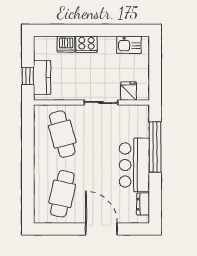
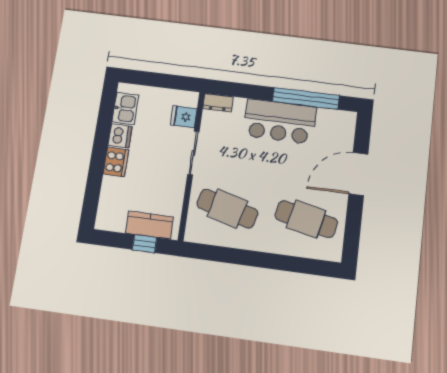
dishwasher: (66, 44) -> (120, 136), moved
cafe table: (62, 134) -> (227, 209), turned 30
window: (155, 147) -> (306, 98), moved
dresser: (143, 204) -> (218, 103), moved

